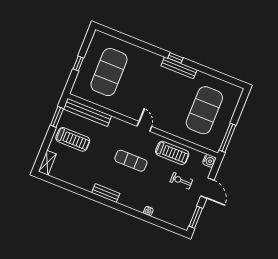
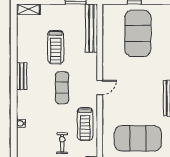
exercise mat: (109, 72) -> (138, 33), turned 90
treadmill: (73, 139) -> (56, 47), moved

